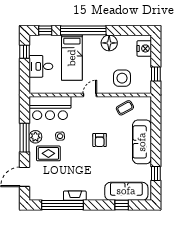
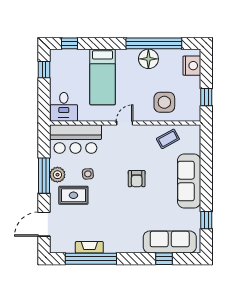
window: (83, 30) -> (154, 43), moved
desk: (41, 66) -> (64, 107), moved, turned -90
fireplace: (75, 196) -> (89, 247), moved

